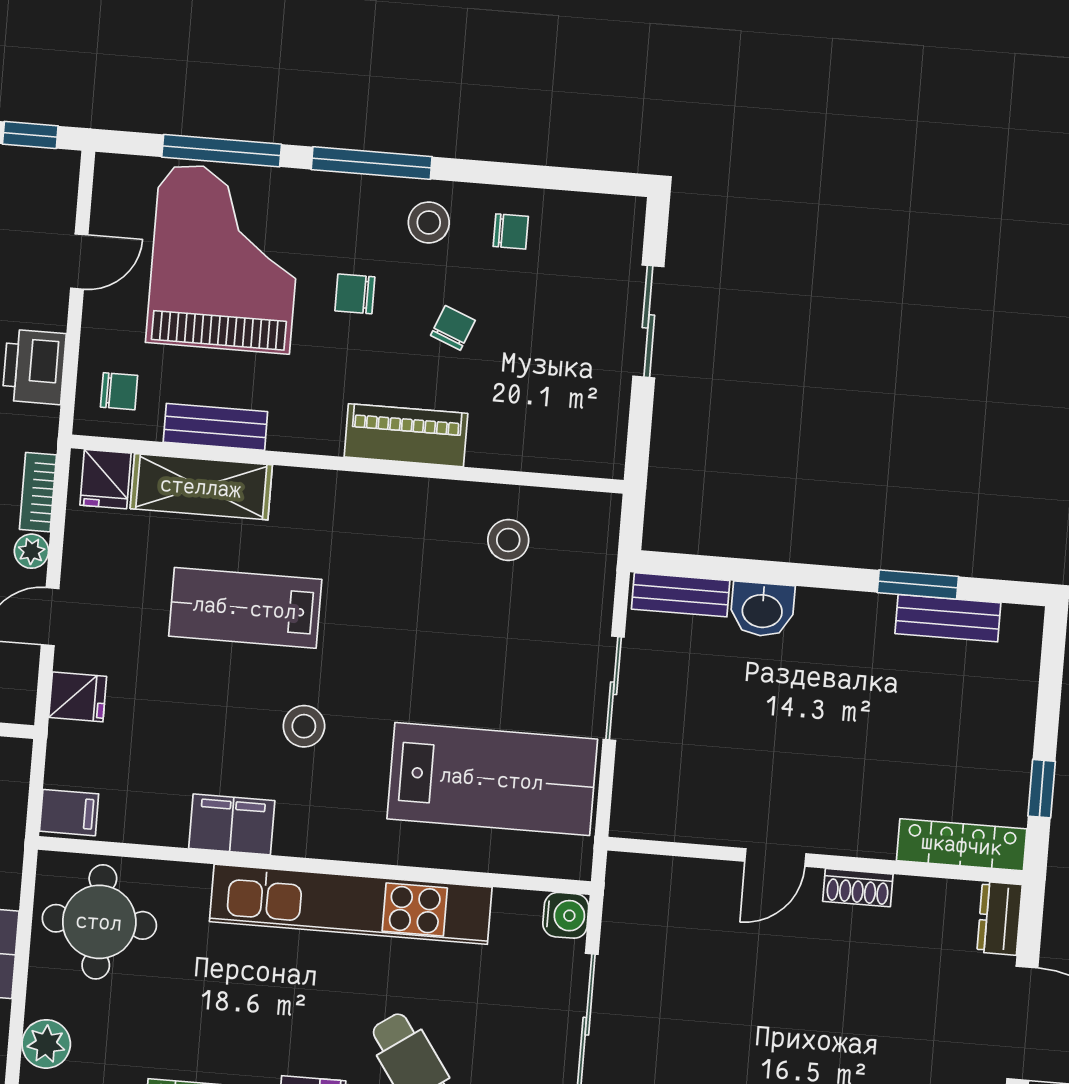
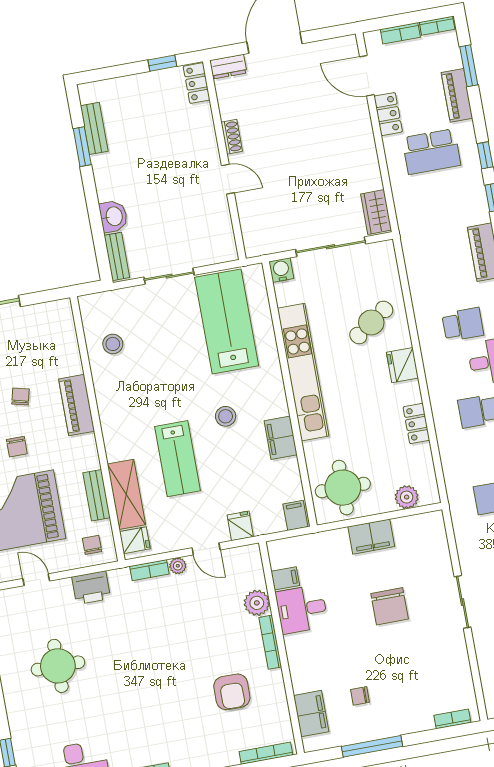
chair: (453, 328) -> (20, 397), turned 82
locker: (962, 845) -> (197, 83), width x0.66

